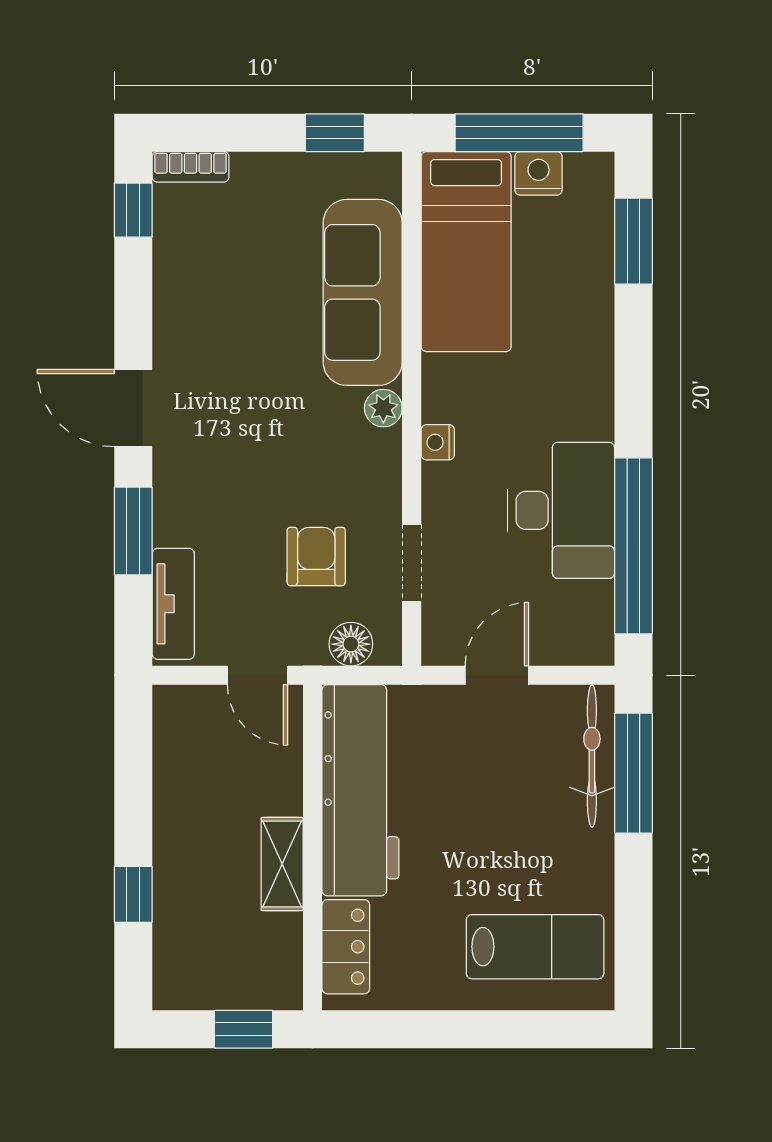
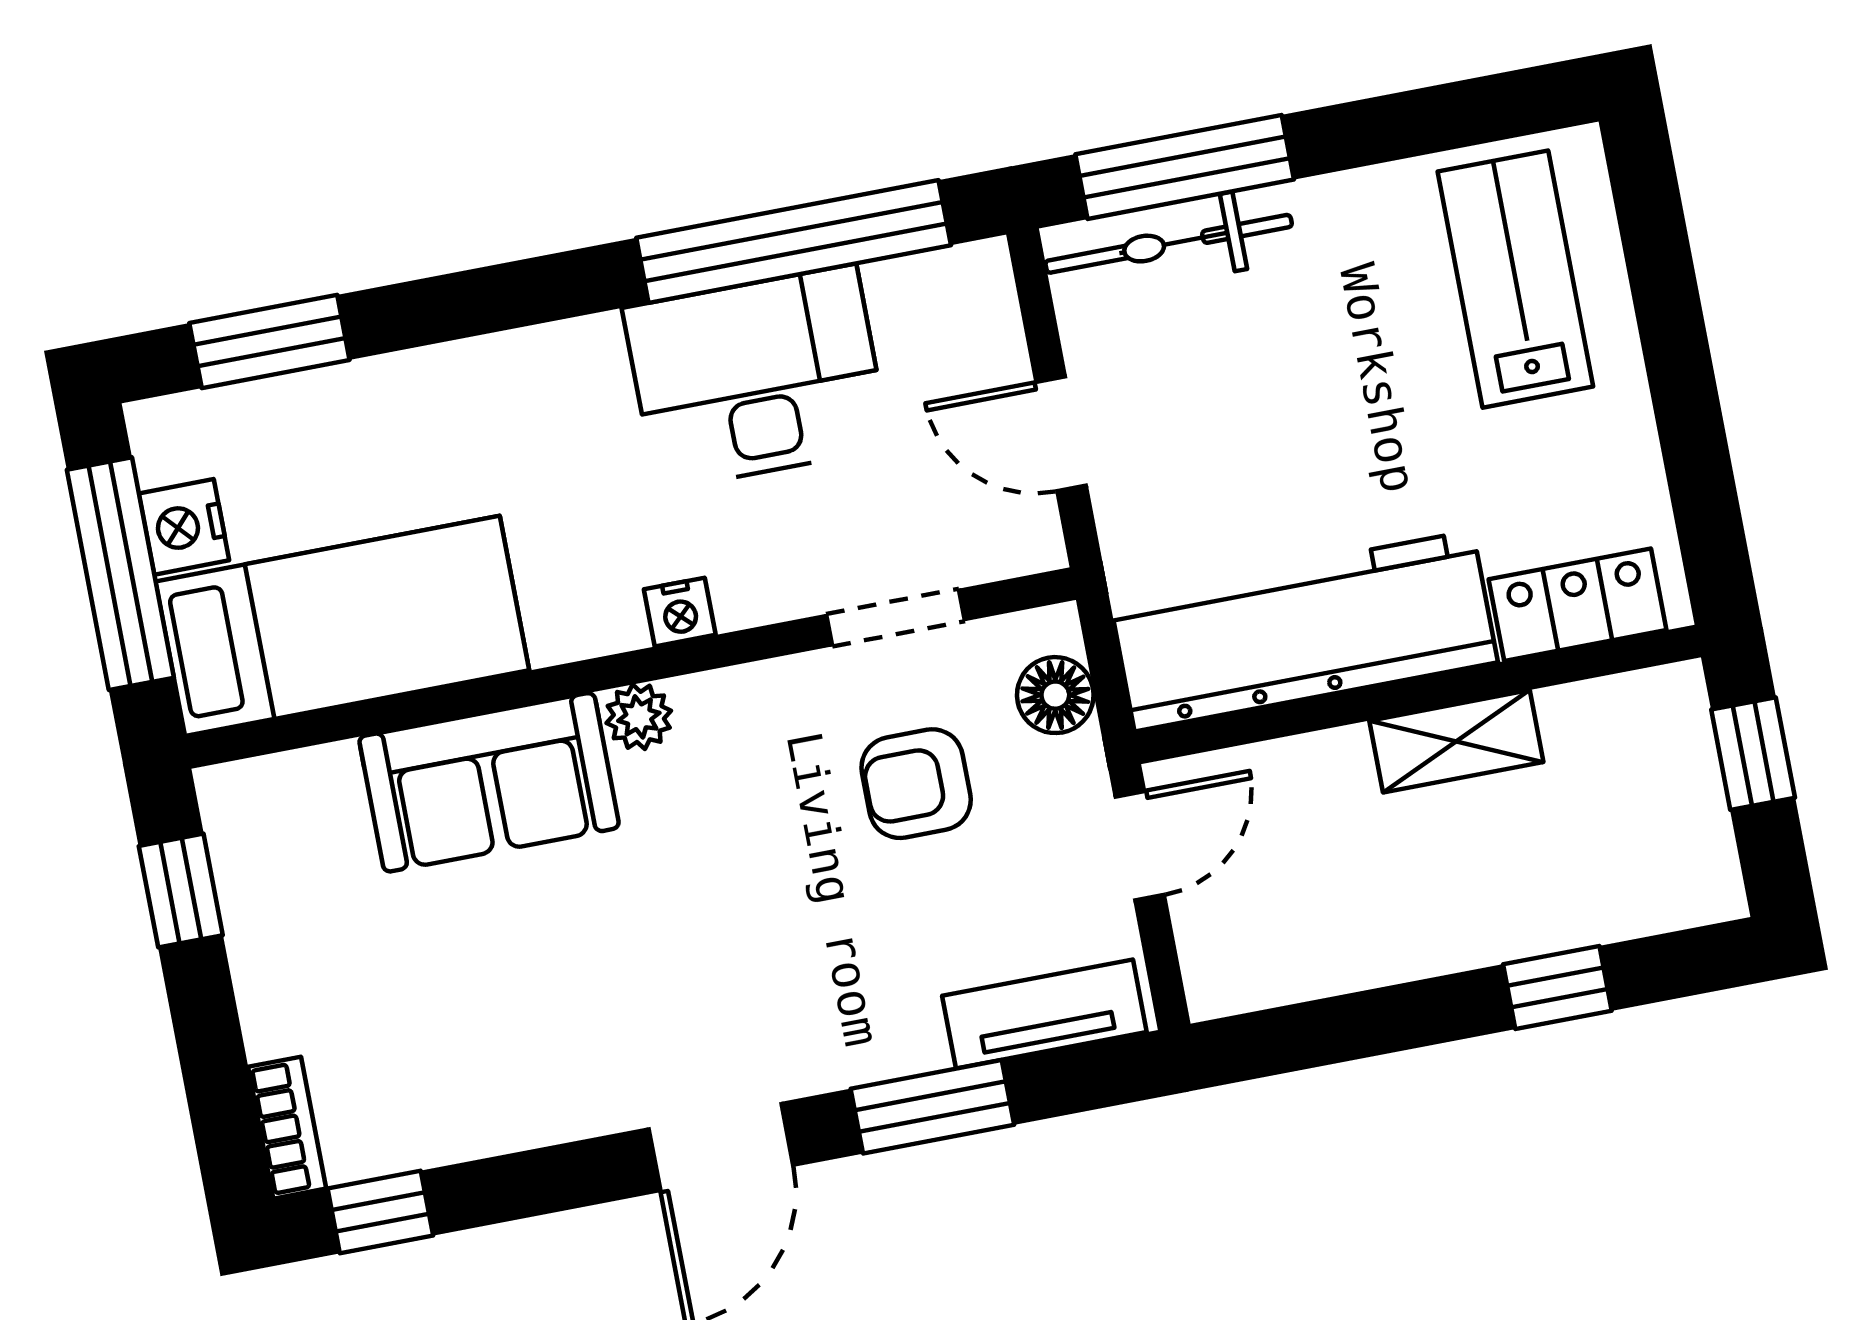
sofa: (363, 292) -> (489, 782), width x0.73

